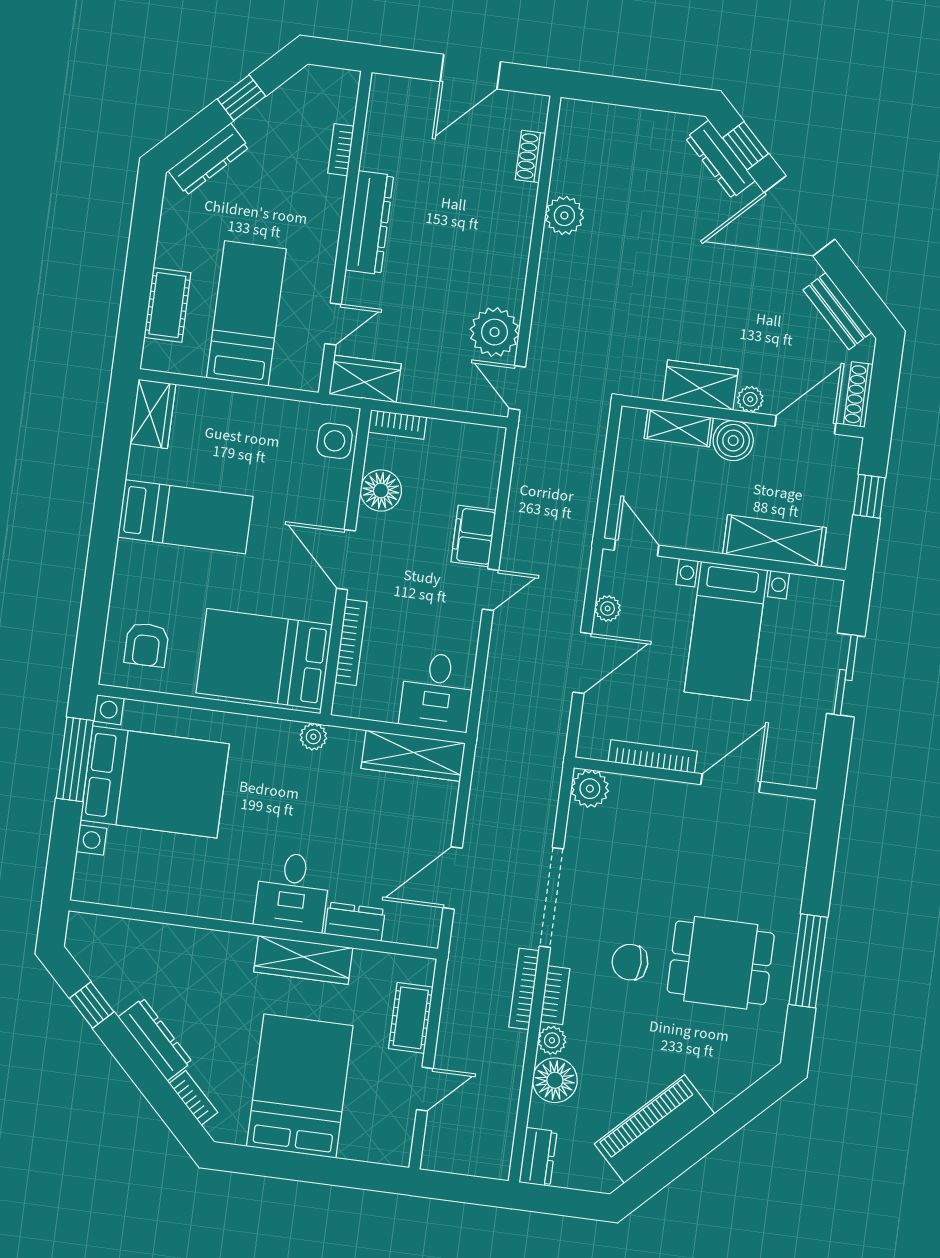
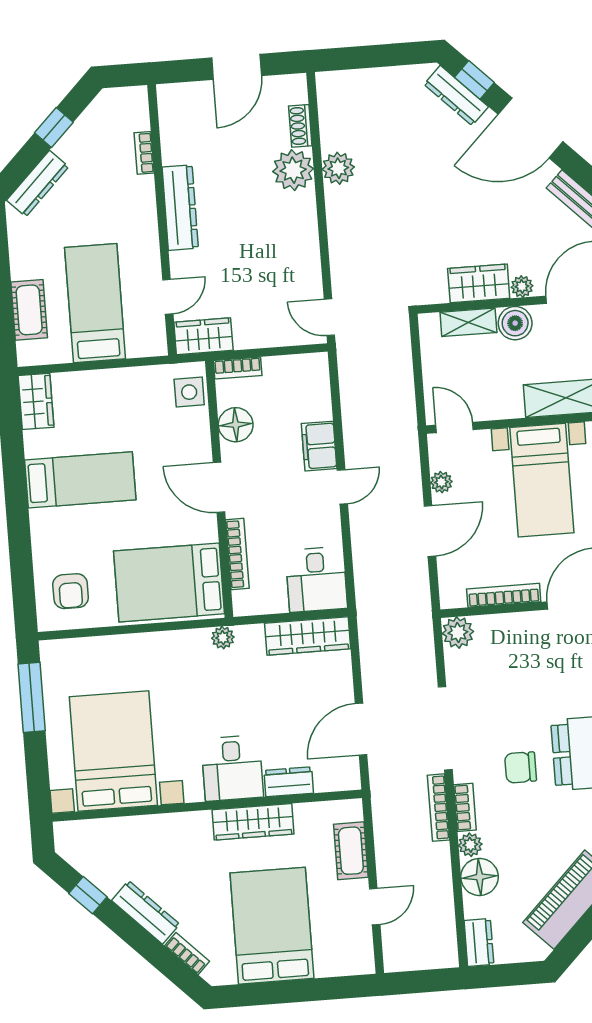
plant: (495, 332) -> (293, 170), moved
bed with nightstands: (155, 782) -> (113, 751), moved, turned -90

